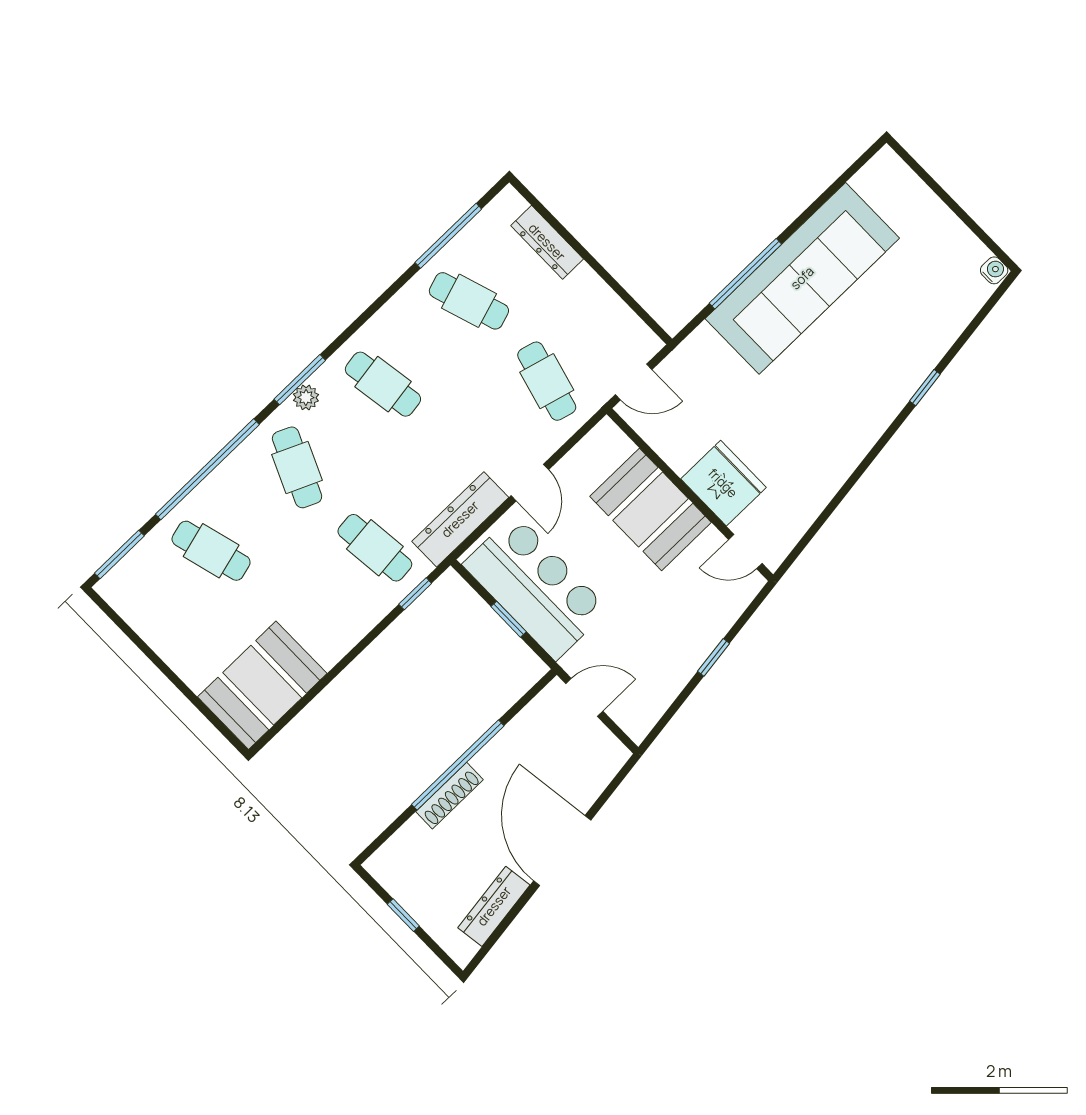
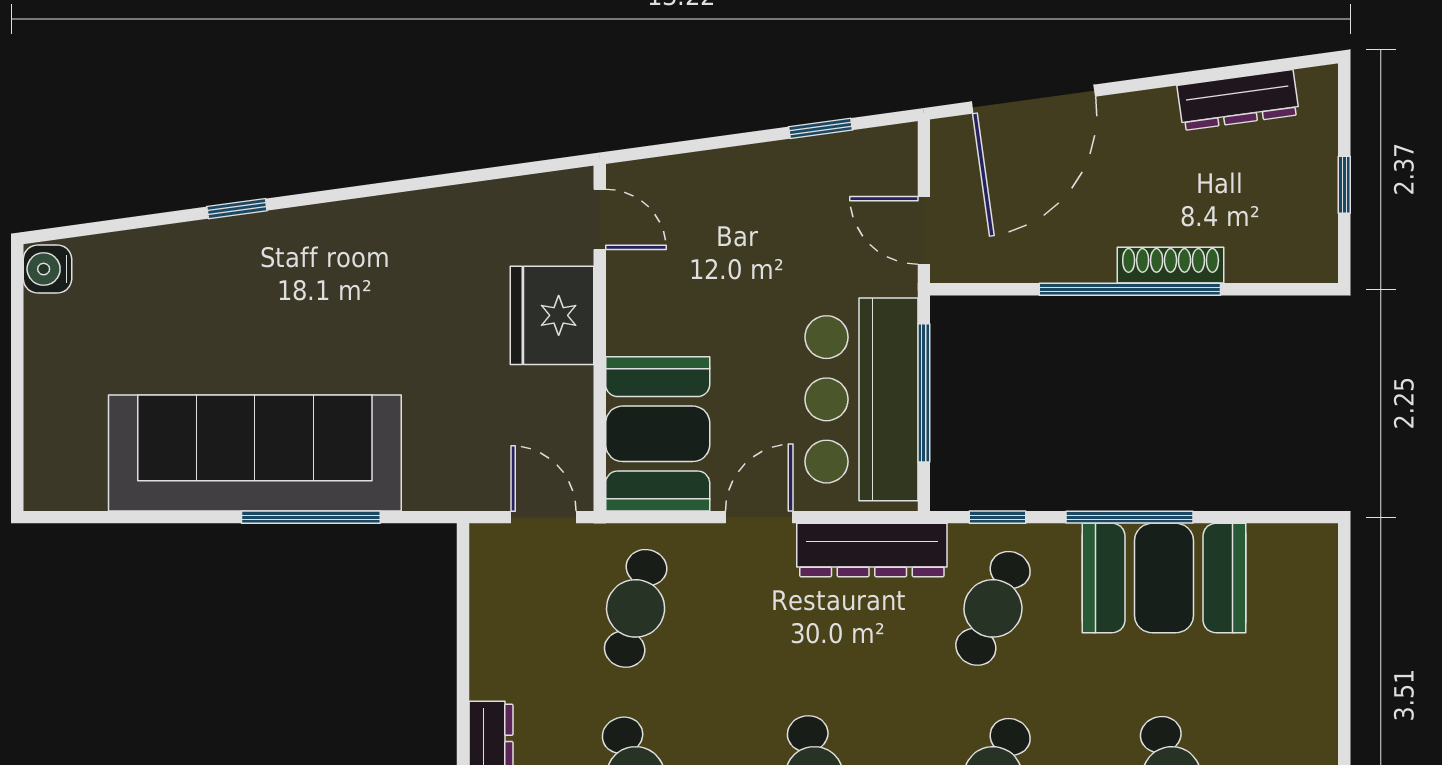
water cooler: (994, 270) -> (47, 269), width x1.38, depth x1.38
booth: (651, 509) -> (658, 434), moved
cafe table: (375, 548) -> (993, 608), turned 30
window: (509, 619) -> (924, 393), width x2.17
window: (352, 655) -> (1129, 517), added
window: (714, 657) -> (820, 128), moved
booth: (262, 685) -> (1164, 578), moved
door: (562, 851) -> (1033, 99), moved

